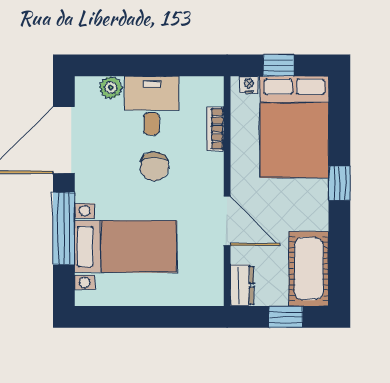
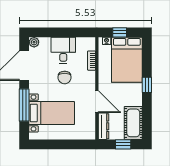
plant: (111, 87) -> (34, 42), moved
dresser: (242, 285) -> (104, 126), width x1.44

